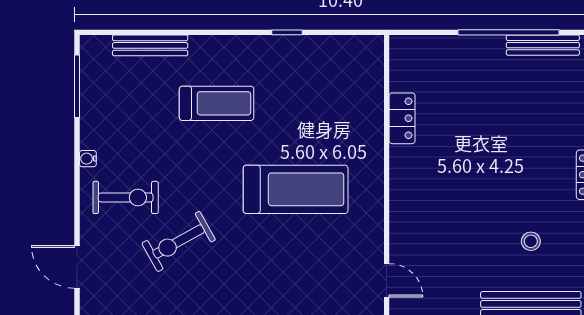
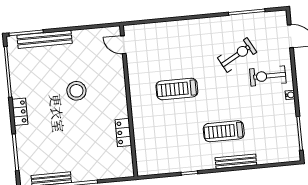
bench: (150, 45) -> (236, 161), moved
treadmill: (296, 189) -> (177, 89), width x0.73, depth x0.73
stool: (531, 241) -> (76, 91), moved, width x1.89, depth x1.89

